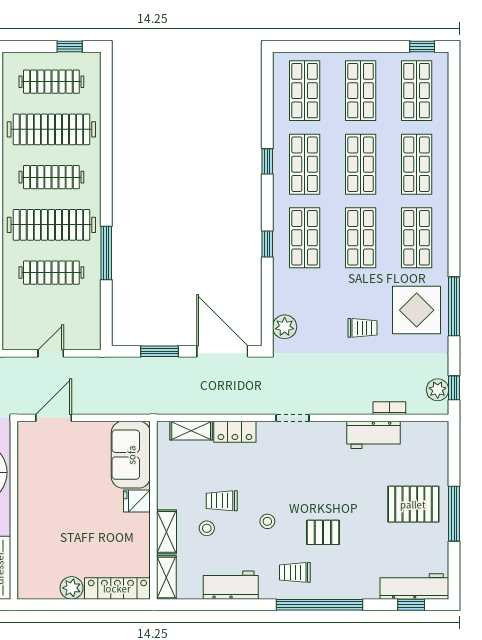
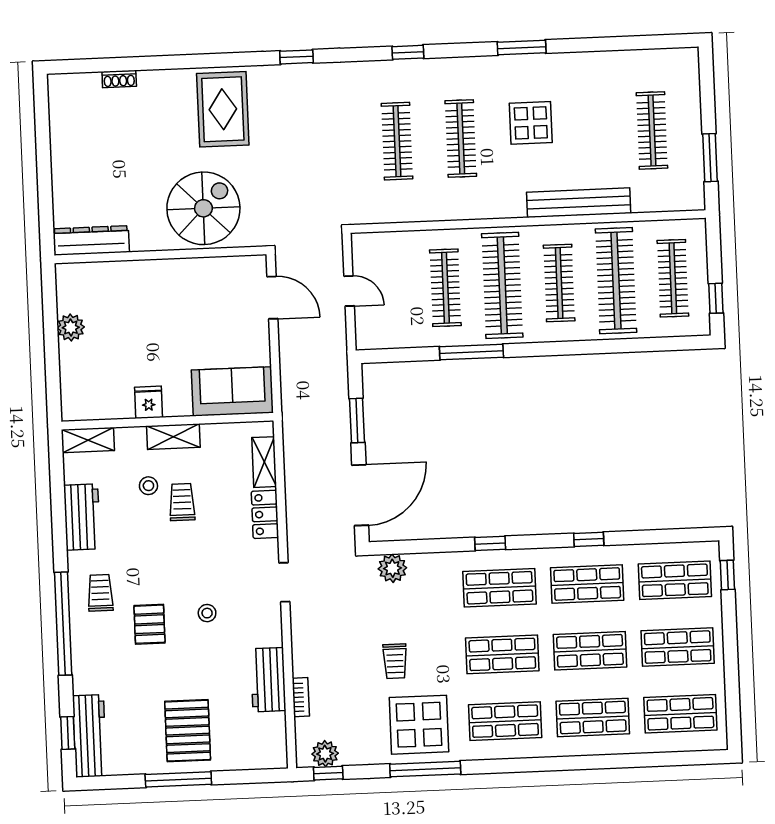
window: (422, 46) -> (727, 575), moved
fridge: (137, 501) -> (149, 402), moved
stool: (267, 521) -> (207, 613), moved
shelving: (167, 532) -> (173, 437), moved
locker: (117, 588) -> (72, 382), removed

